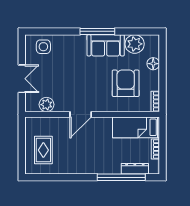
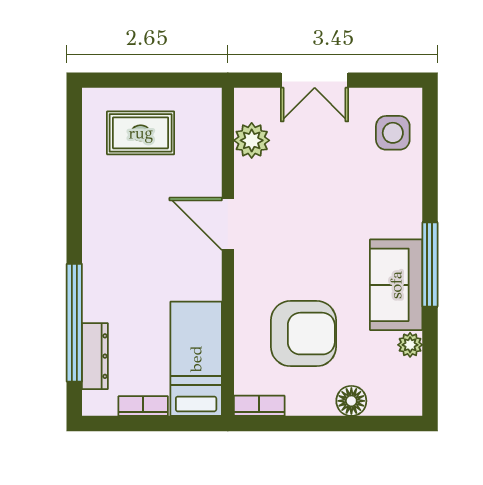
plant: (135, 44) -> (410, 345), width x0.53, depth x0.53

